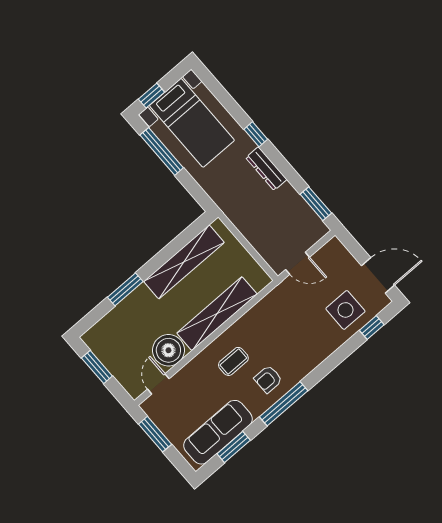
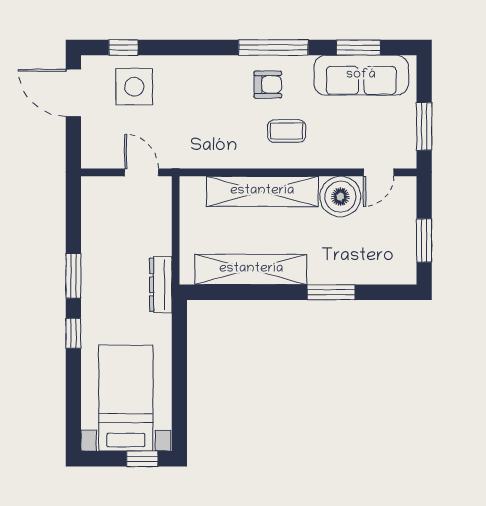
window: (162, 151) -> (179, 396), removed
dresser: (266, 169) -> (161, 285), moved, turned 180
window: (316, 204) -> (73, 276), moved

